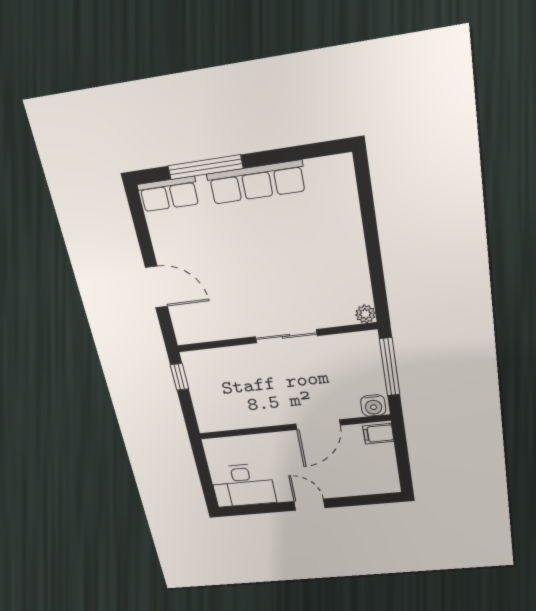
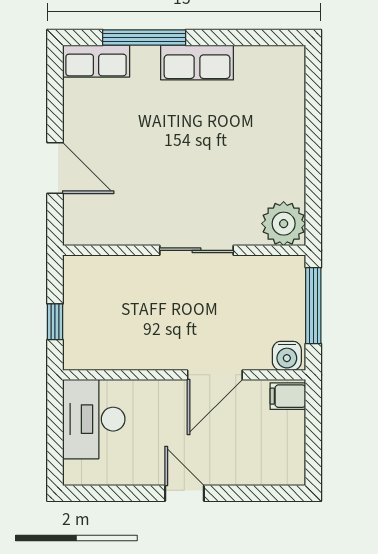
row of seats: (257, 182) -> (197, 63), width x0.68
plant: (365, 314) -> (284, 224), width x1.88, depth x1.88
window: (179, 377) -> (55, 322), moved
desk: (243, 485) -> (94, 419), moved, turned 90

